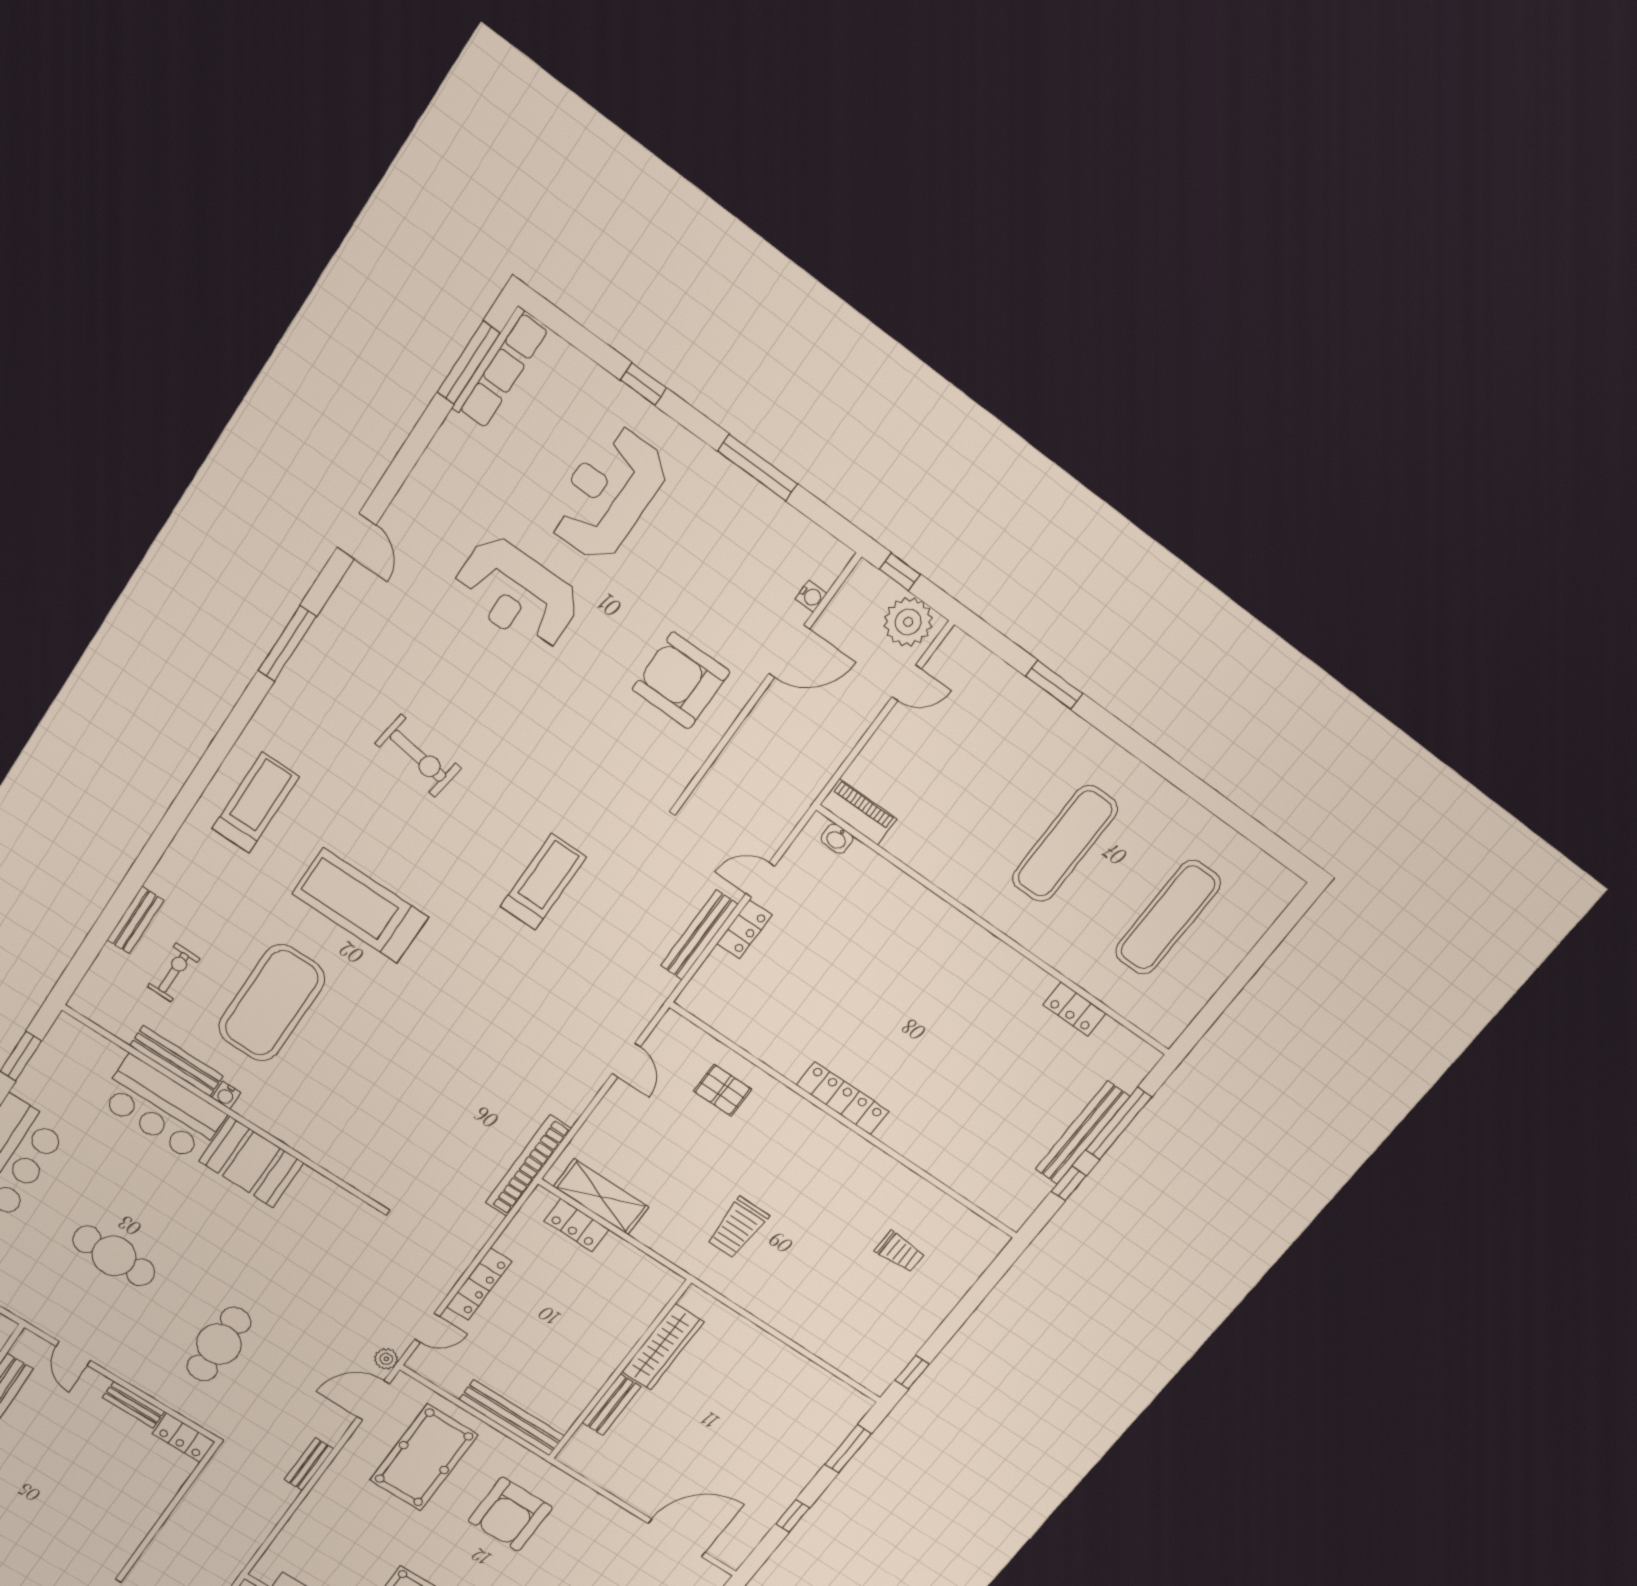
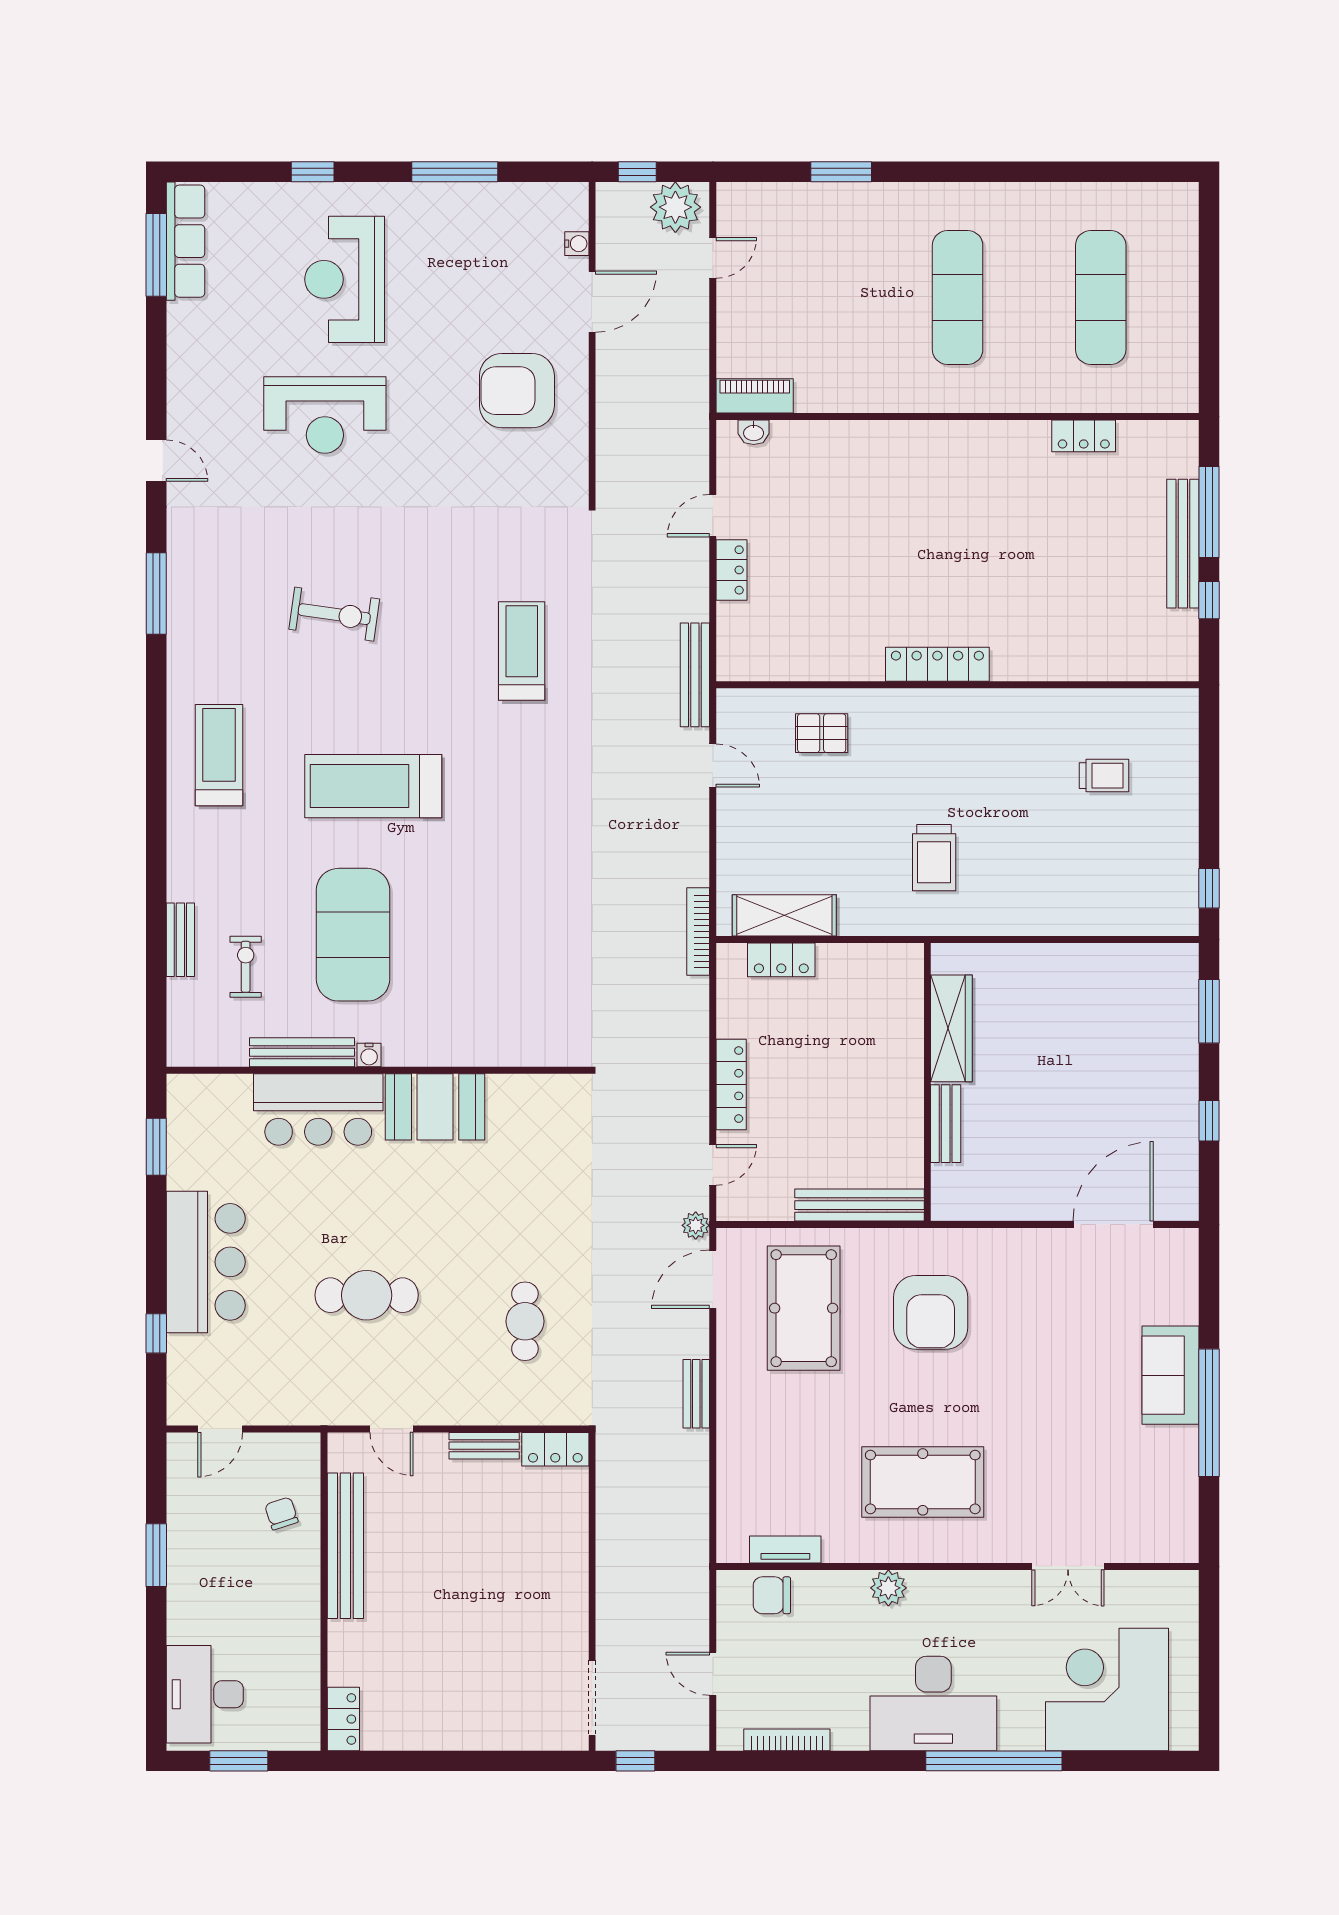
bench: (699, 935) -> (695, 675), moved
bookcase: (528, 1166) -> (698, 931), width x0.68, depth x0.76
cafe table: (219, 1344) -> (525, 1321), width x0.73, depth x0.74

